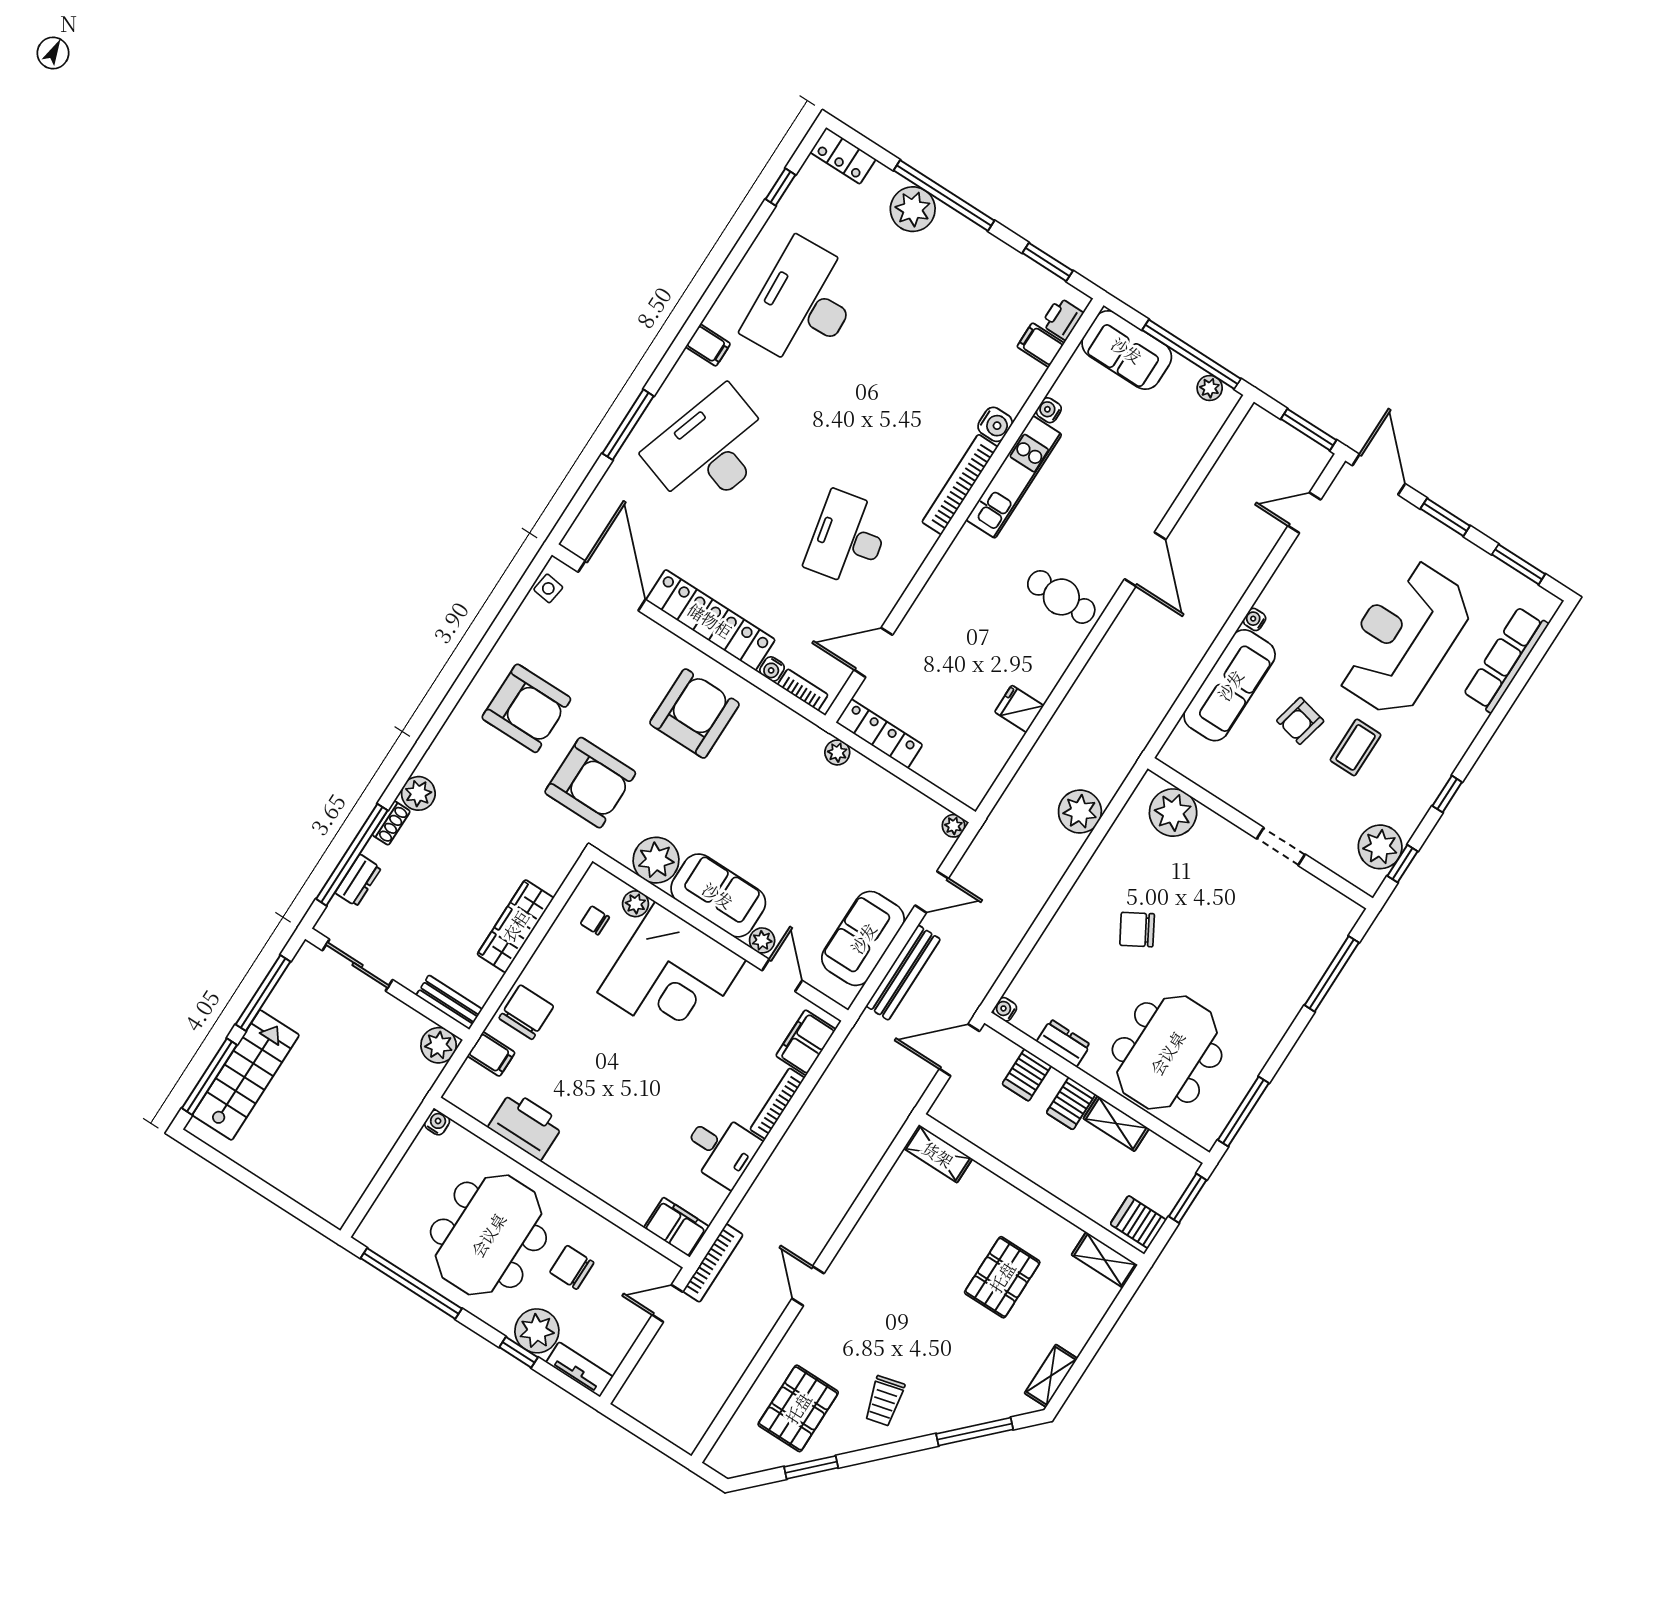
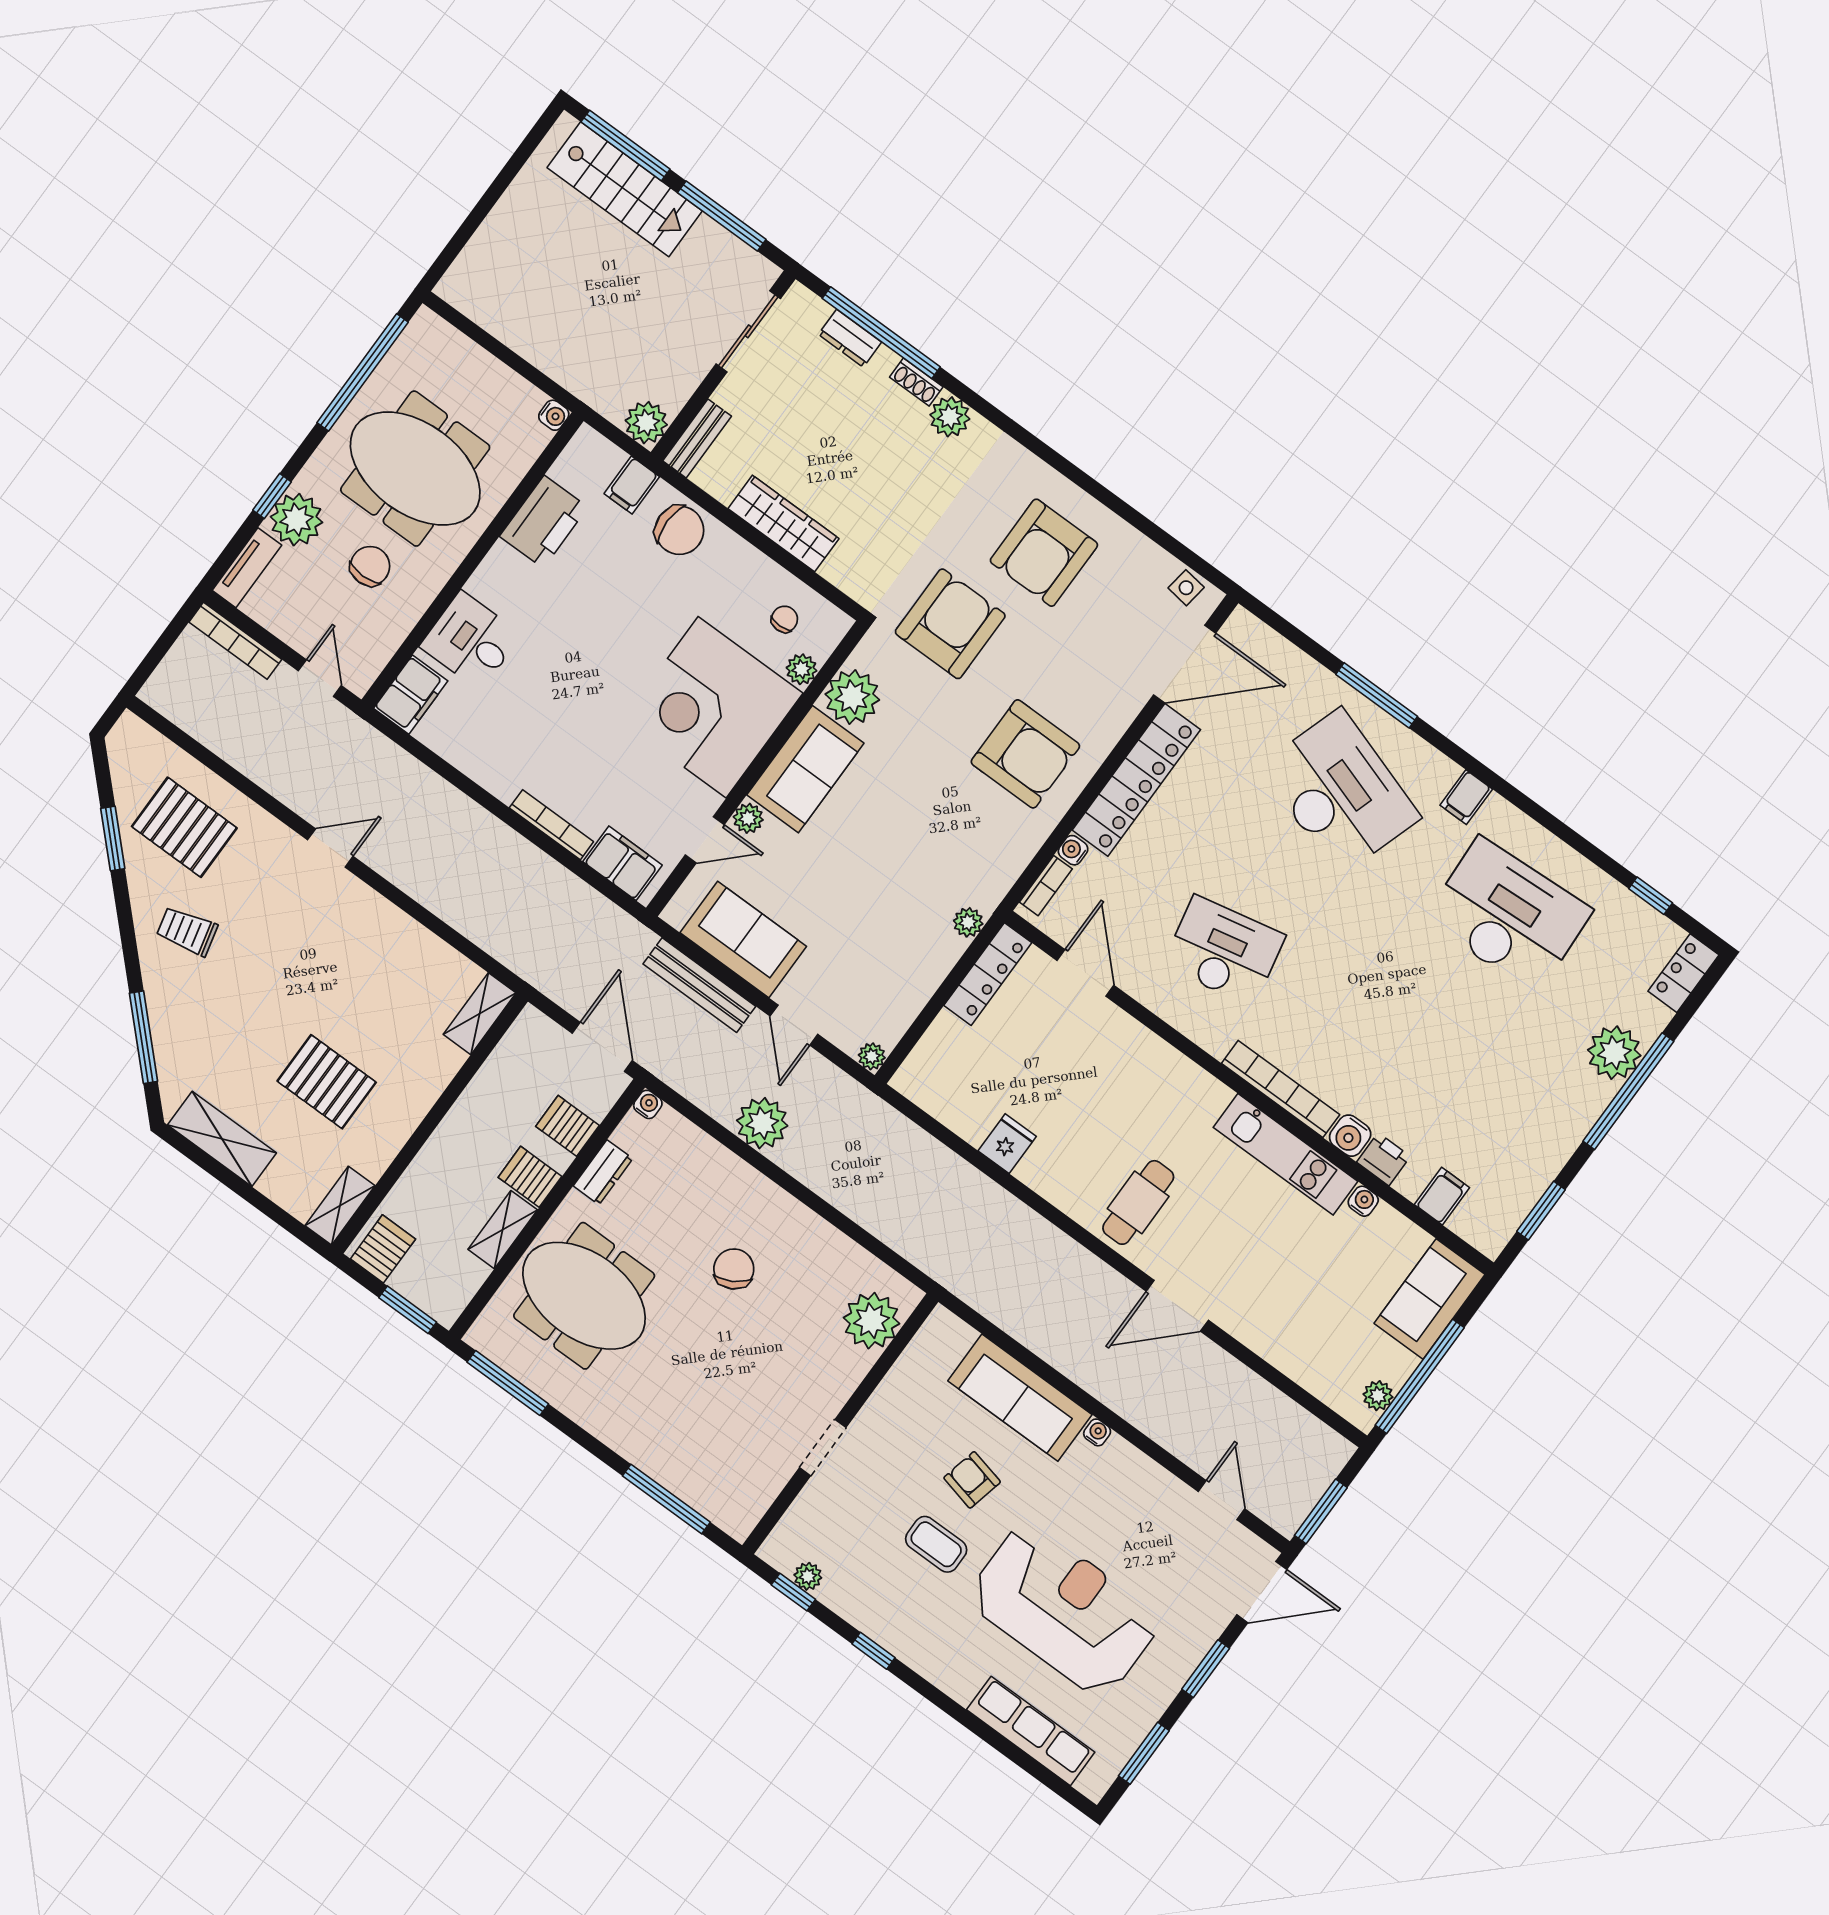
printer: (1062, 319) -> (1383, 1159), moved
armchair: (590, 783) -> (950, 624), turned 180
plant: (1080, 812) -> (762, 1123), moved
plant: (1380, 847) -> (808, 1576), width x0.53, depth x0.53
desk: (721, 1149) -> (471, 641), moved, turned 90
bookcase: (713, 1263) -> (235, 641), moved
shelving: (1051, 1376) -> (222, 1139), width x1.50, depth x1.33

